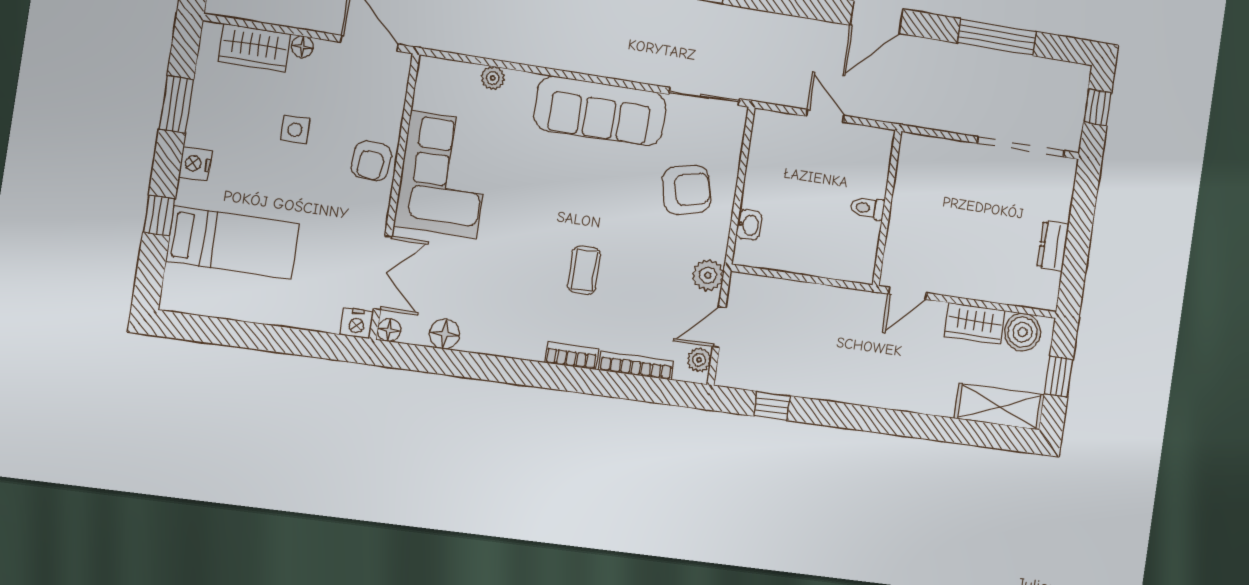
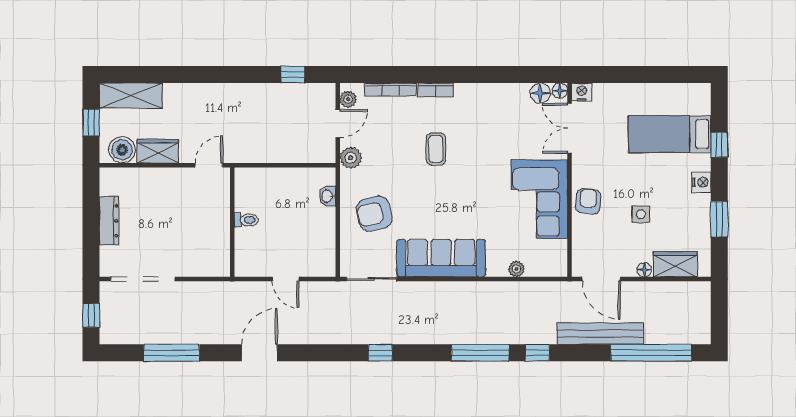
dresser: (1053, 246) -> (109, 221), width x1.44
floor lamp: (445, 334) -> (540, 93), moved

